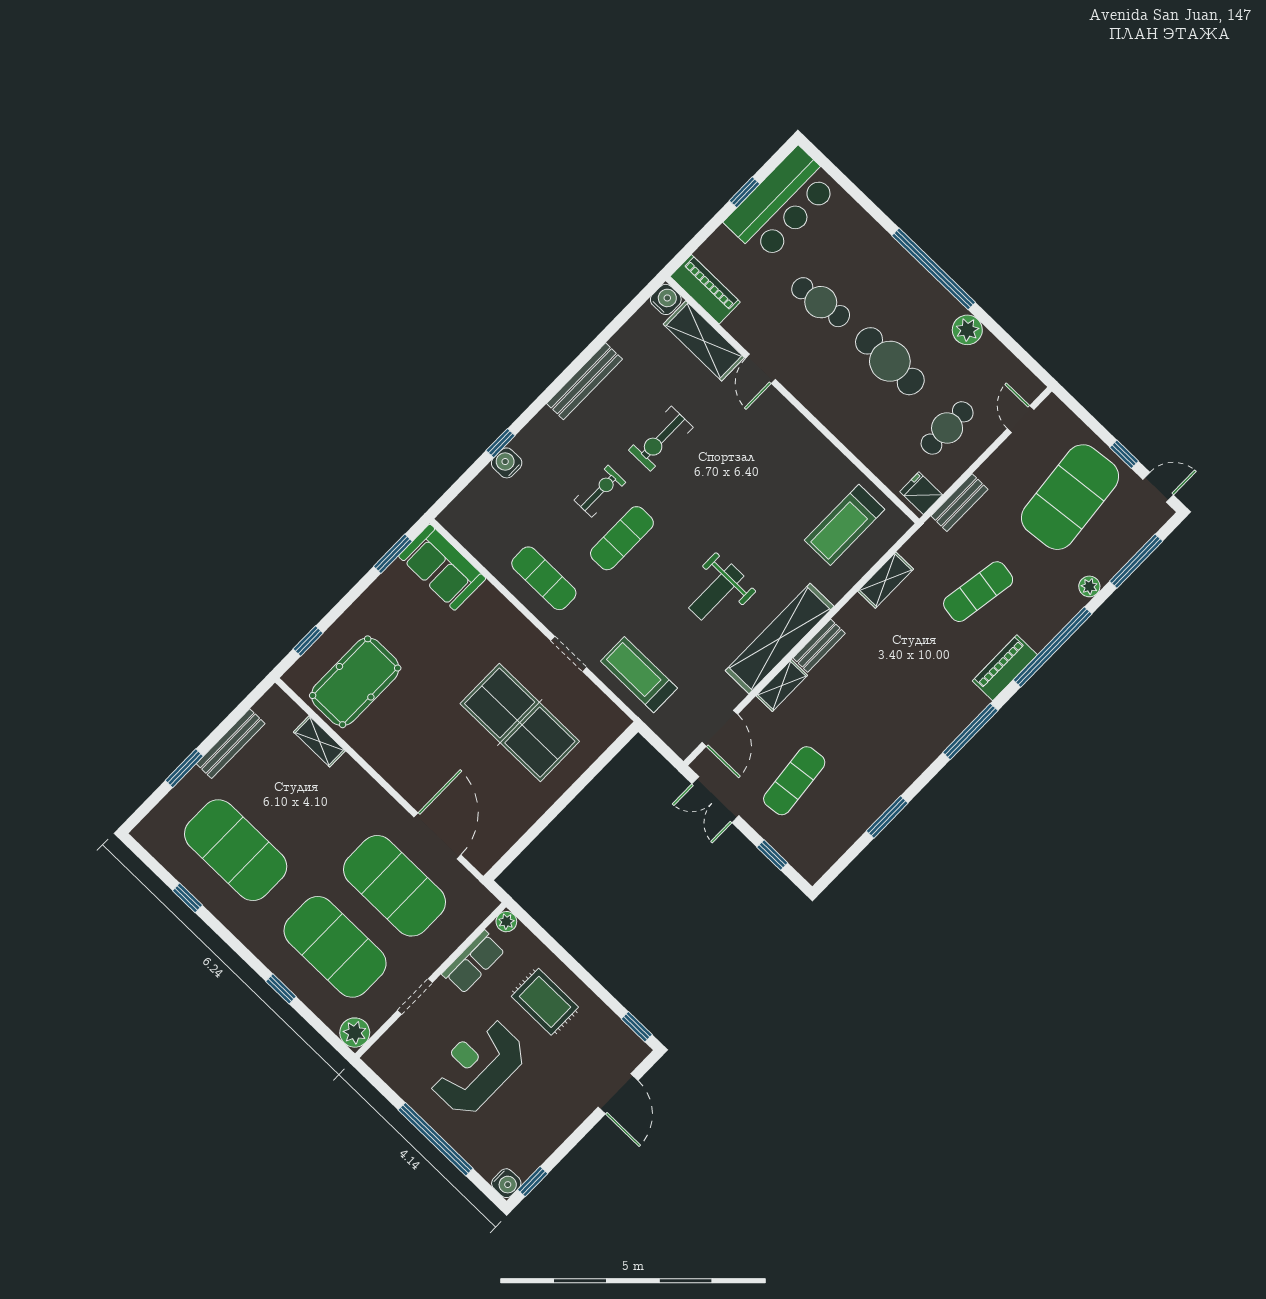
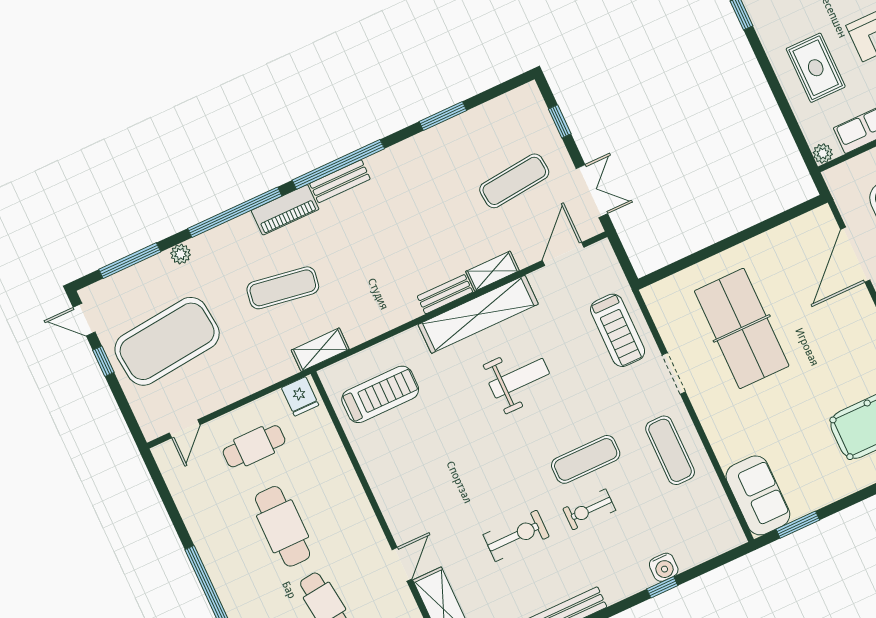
plant: (967, 330) -> (202, 528), removed
bench: (960, 503) -> (340, 181), moved
shelving: (886, 580) -> (320, 350), moved
window: (970, 732) -> (338, 164), width x1.46

